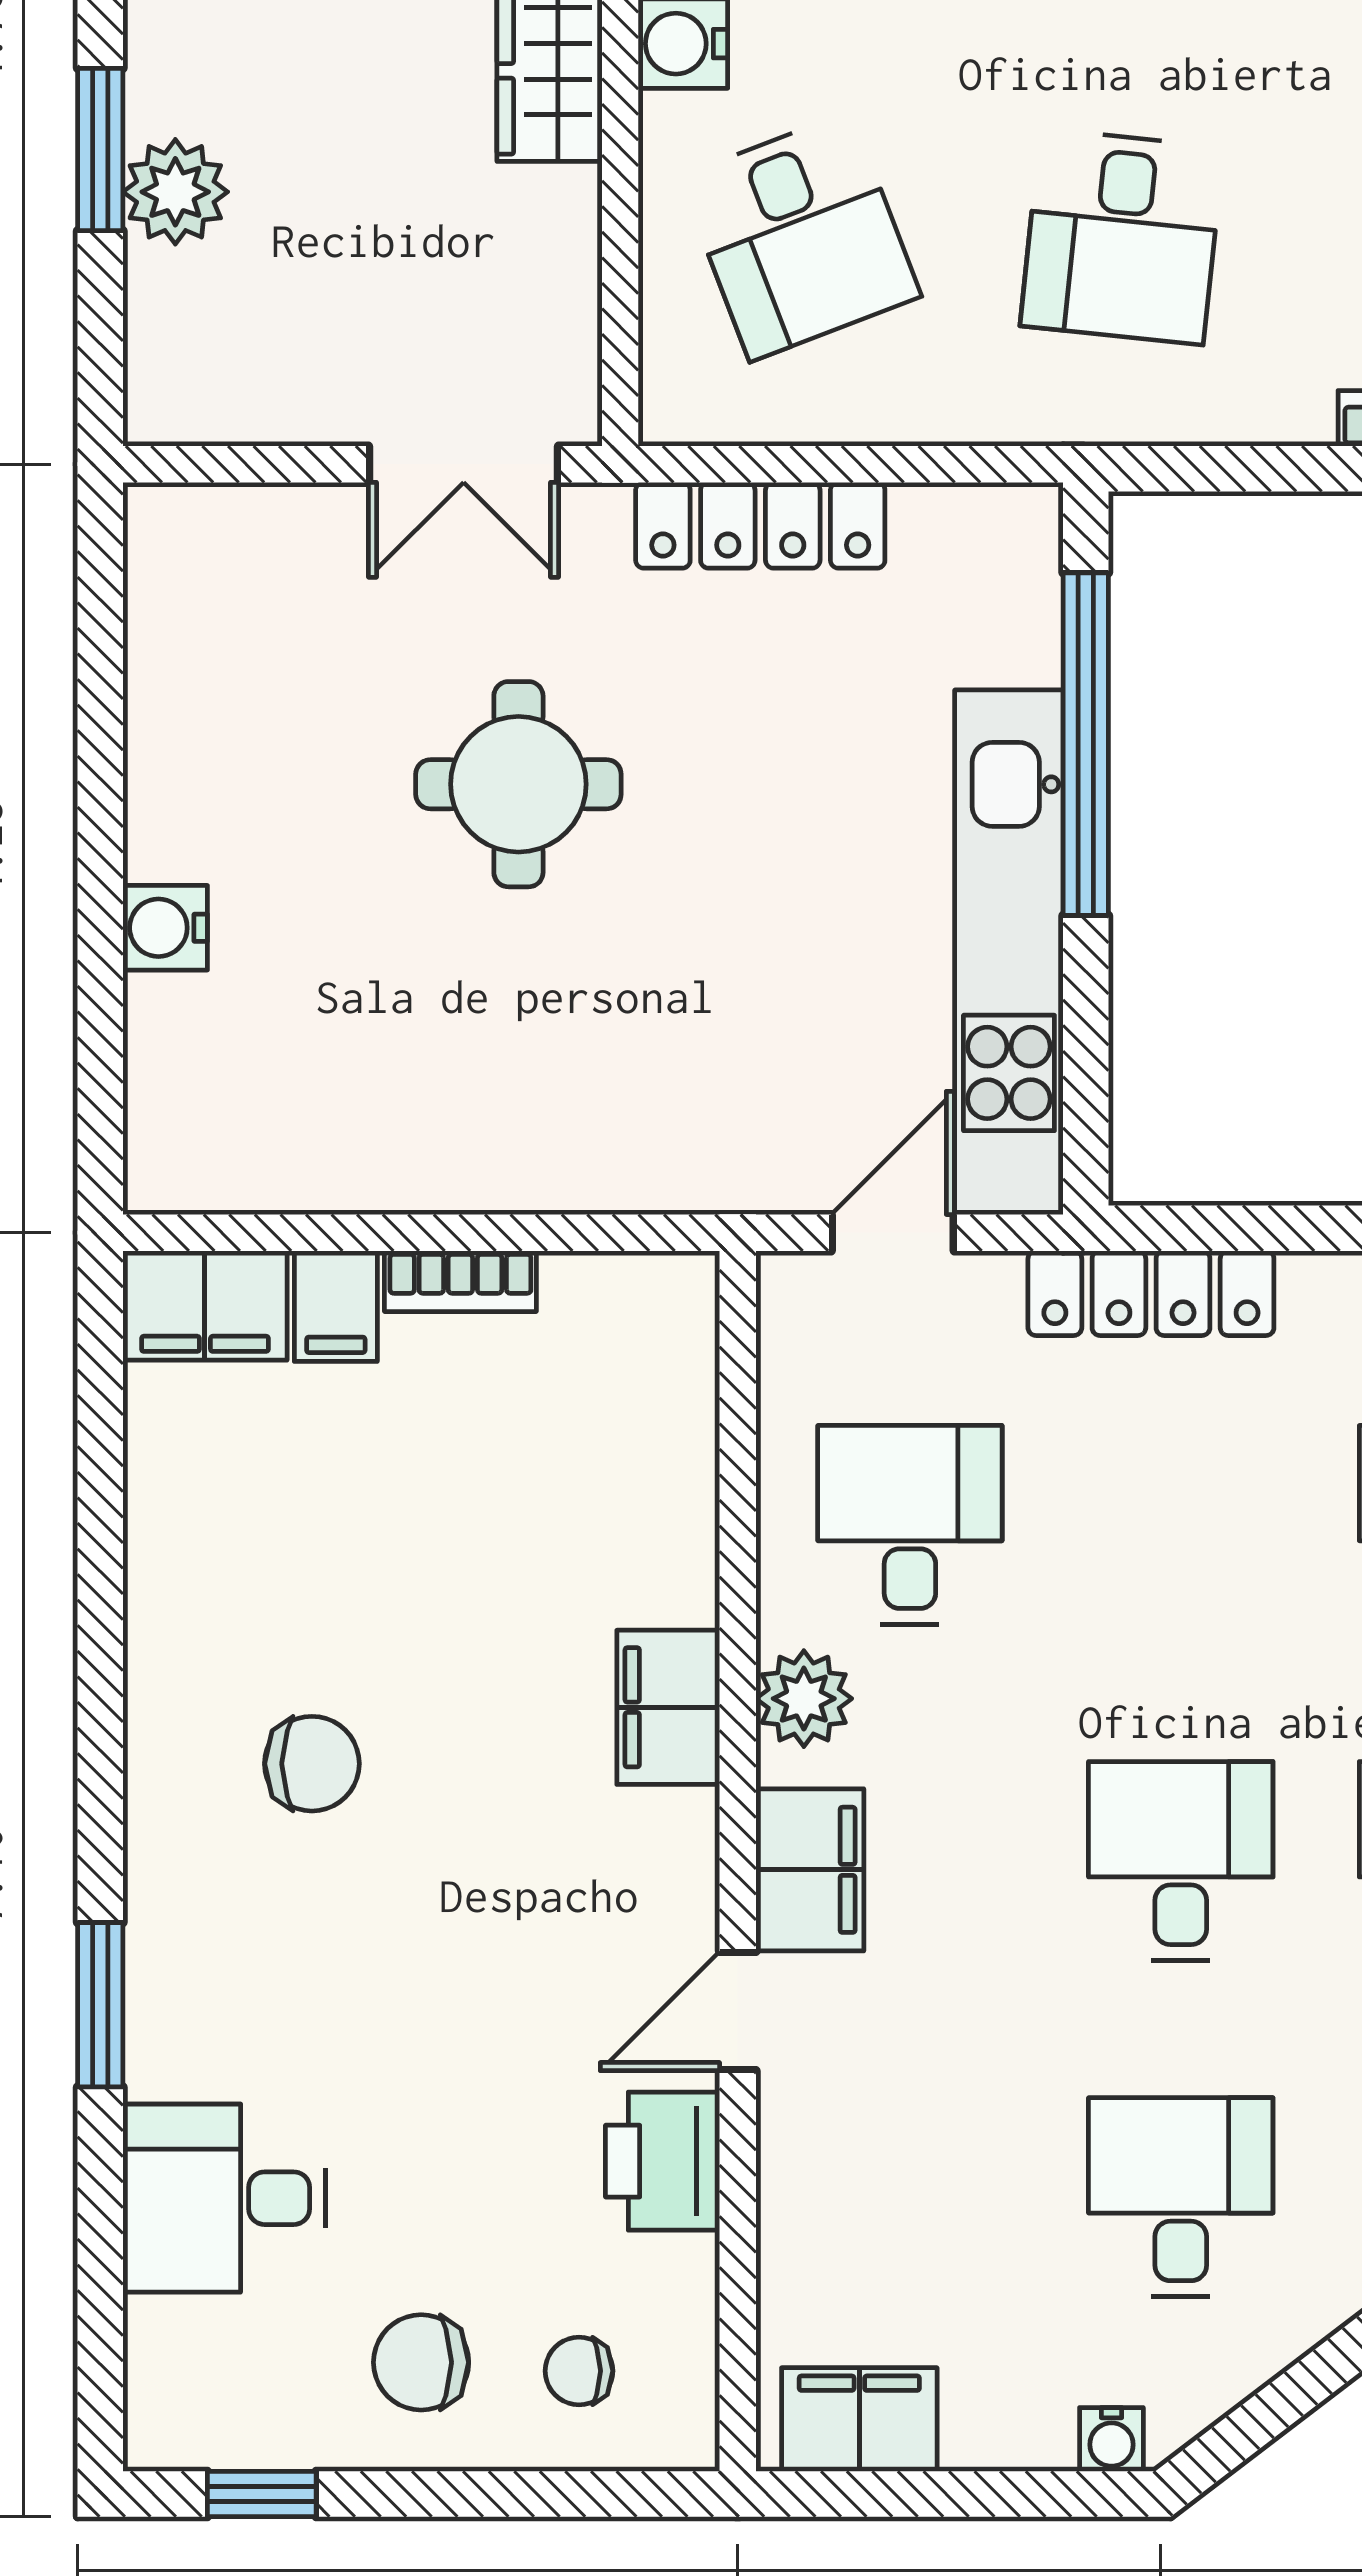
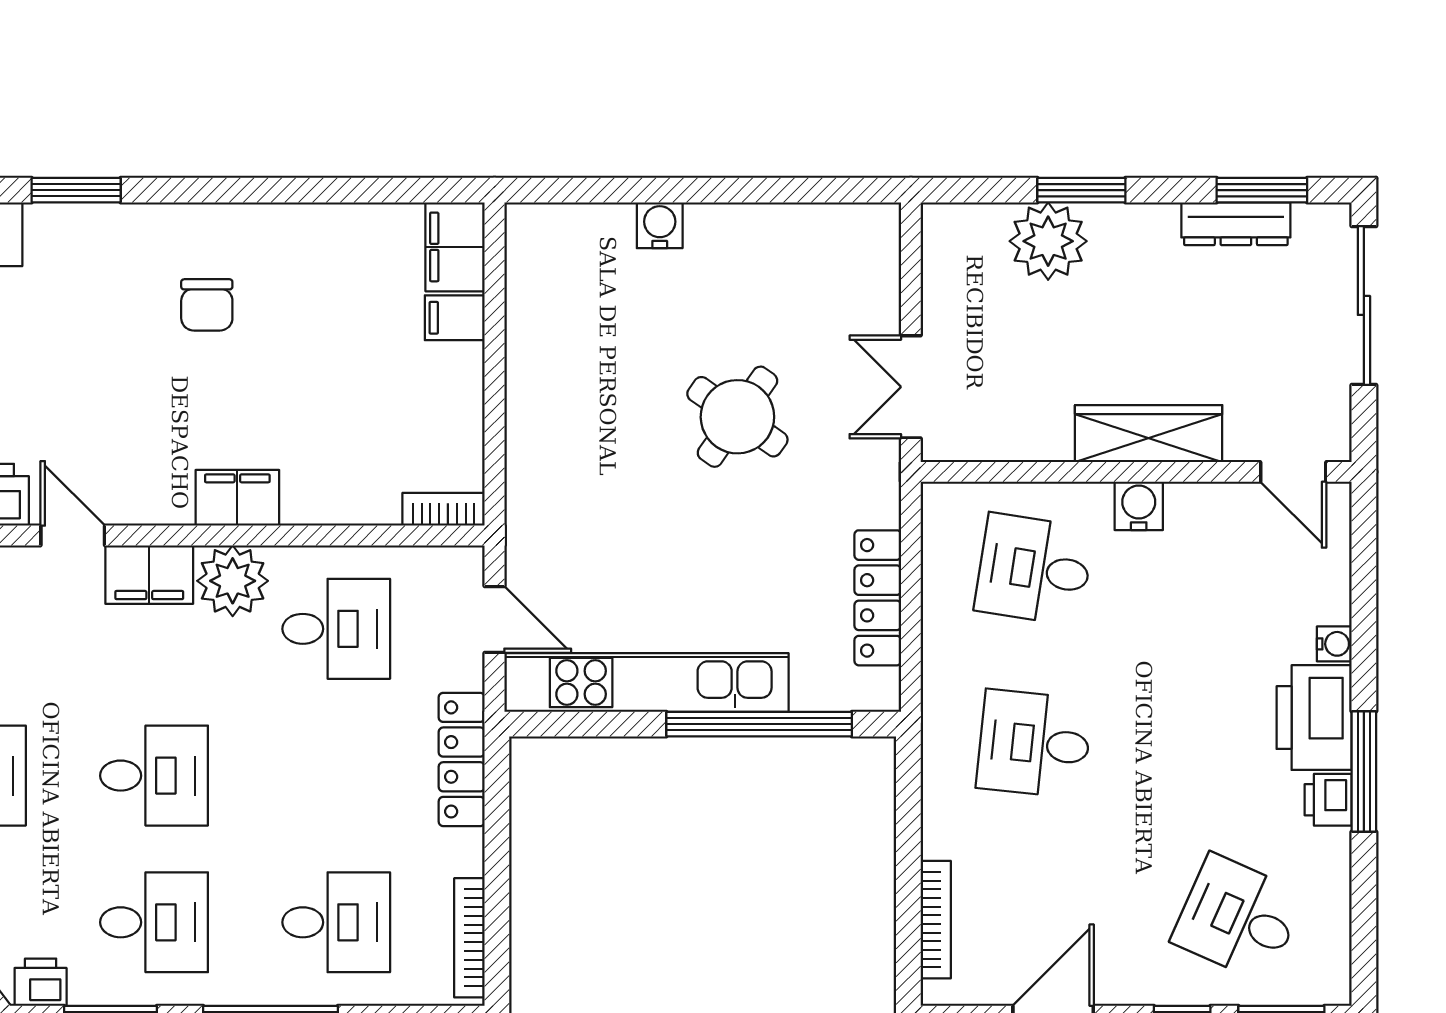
plant: (175, 192) -> (1048, 241), width x1.36, depth x1.36
desk: (800, 237) -> (1034, 569), turned 30
locker: (760, 525) -> (878, 598), moved
round table: (518, 784) -> (737, 417), turned 35
bookcase: (460, 1281) -> (444, 509), moved, turned 90
plant: (804, 1699) -> (233, 581), width x1.36, depth x1.36

